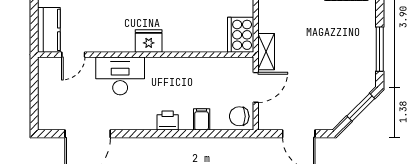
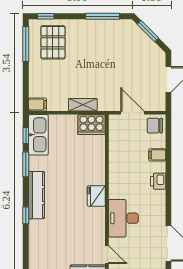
shelving: (266, 52) -> (83, 105), moved
chair: (239, 116) -> (155, 126), turned 90

